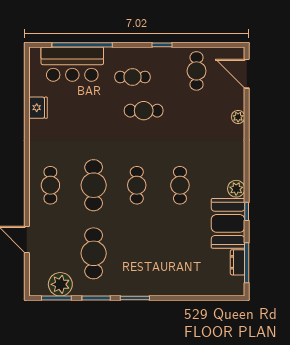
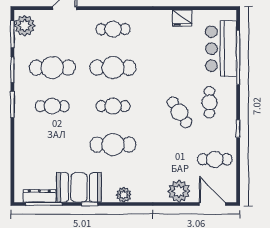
door: (247, 74) -> (212, 204), hinge flipped
cafe table: (144, 111) -> (179, 112), turned -34
plant: (238, 117) -> (179, 191), width x1.88, depth x1.88
cafe table: (180, 185) -> (113, 145), width x1.37, depth x1.35
plant: (236, 189) -> (124, 195), moved
cafe table: (137, 253) -> (52, 106), added
dresser: (238, 262) -> (39, 196), width x1.44
plant: (60, 284) -> (25, 26), moved

